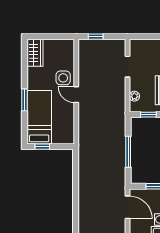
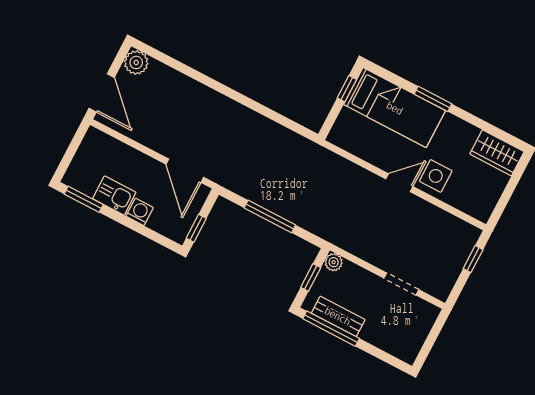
plant: (134, 96) -> (334, 262), moved
door: (127, 207) -> (185, 171), hinge flipped

